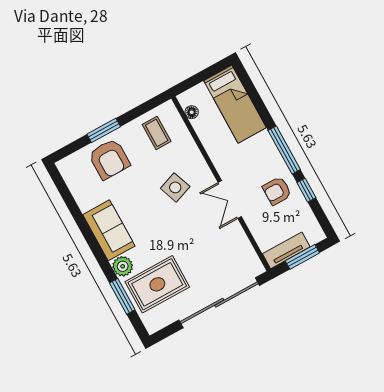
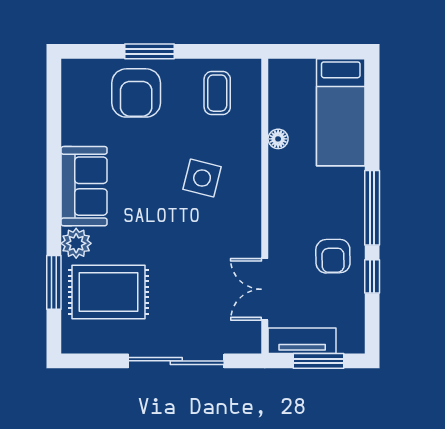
floor lamp: (192, 112) -> (278, 139), moved
side table: (175, 187) -> (202, 178), turned 34
armchair: (277, 191) -> (333, 256), turned -91
double door: (230, 200) -> (265, 289), moved
sliding door: (219, 303) -> (176, 361), width x0.73

